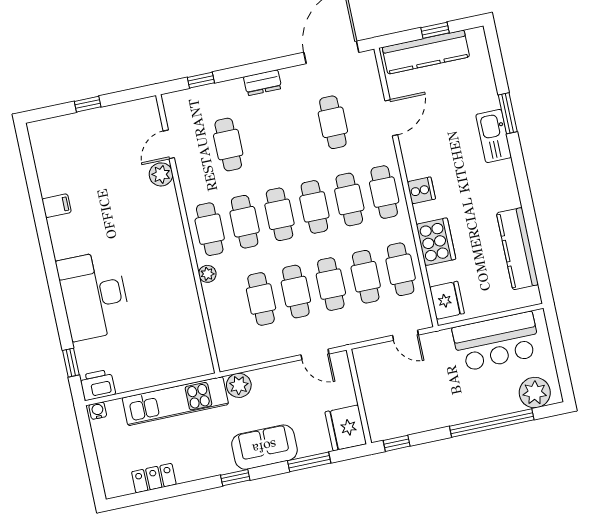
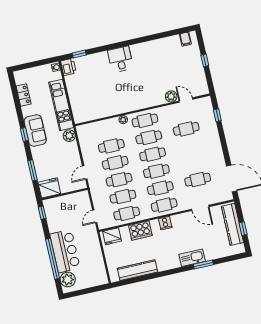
dresser: (263, 83) -> (216, 145), removed
filing cabinet: (57, 206) -> (185, 39), moved
desk: (94, 295) -> (120, 59), width x0.53, depth x0.77
bar counter: (496, 341) -> (65, 251), moved, turned 180
sofa: (264, 447) -> (35, 131), moved

